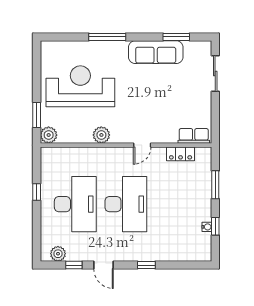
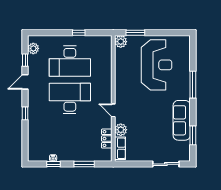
plant: (101, 135) -> (121, 130), moved
desk: (126, 204) -> (70, 98), turned 180

